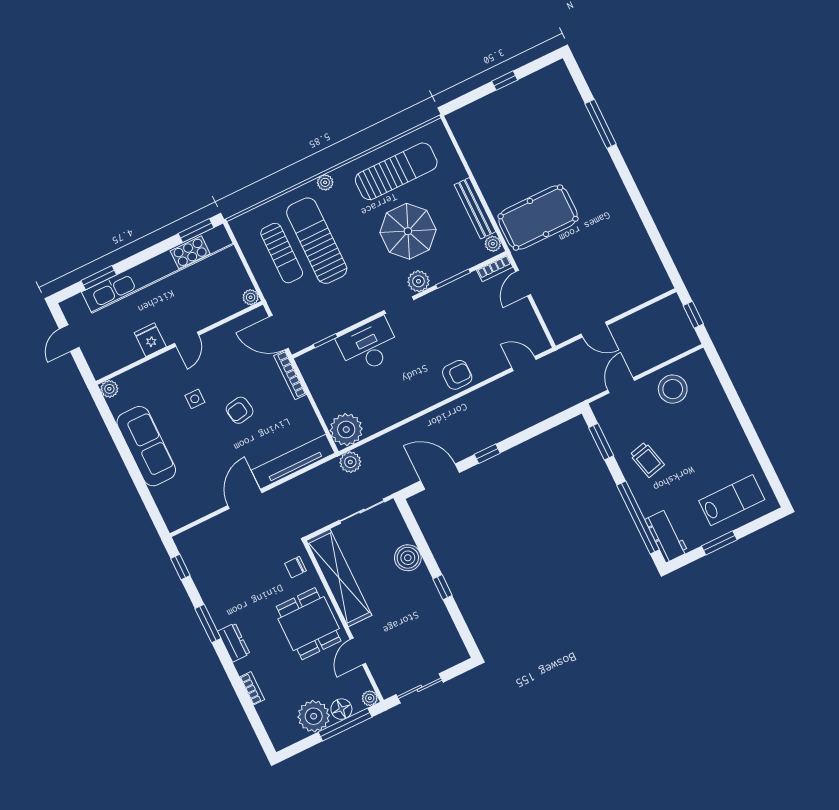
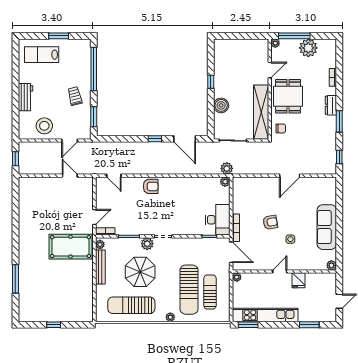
kitchen unit: (158, 268) -> (265, 315), width x0.73
desk: (369, 346) -> (218, 220), moved, turned -90
armchair: (457, 375) -> (151, 186), turned 180
plant: (346, 430) -> (225, 182), width x0.53, depth x0.53
tv unit: (293, 462) -> (256, 183), removed
workbench: (667, 536) -> (25, 97), moved, turned 180
sliding door: (420, 688) -> (247, 36), removed
floor lamp: (341, 709) -> (292, 45), removed

